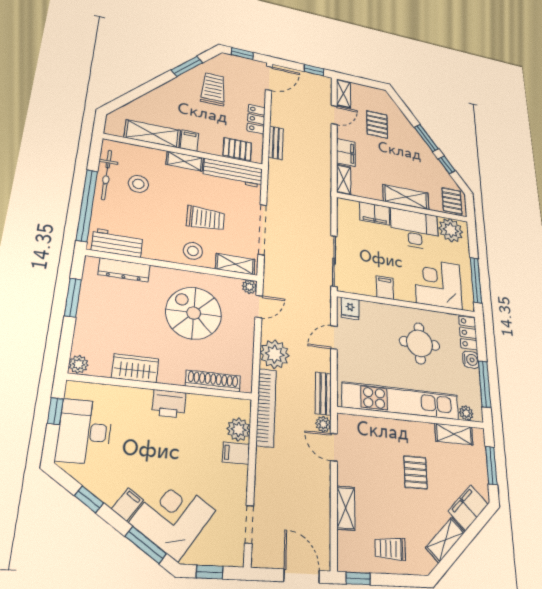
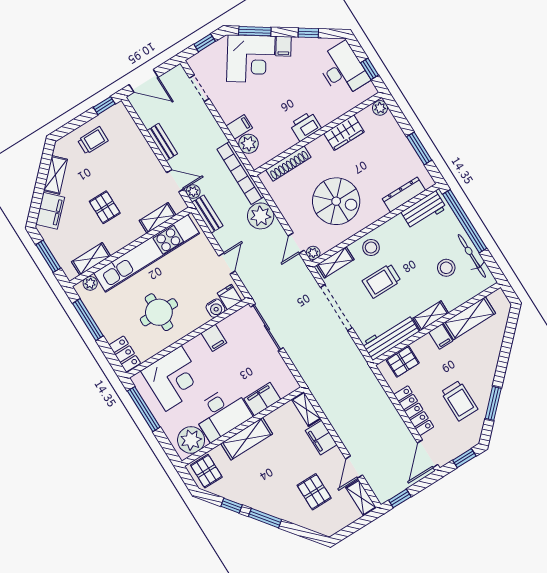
locker: (256, 119) -> (414, 411), width x1.53
bench: (276, 143) -> (162, 142), moved
water cooler: (471, 360) -> (215, 308), moved, turned -90
shelving: (346, 508) -> (158, 218), moved, turned 90

